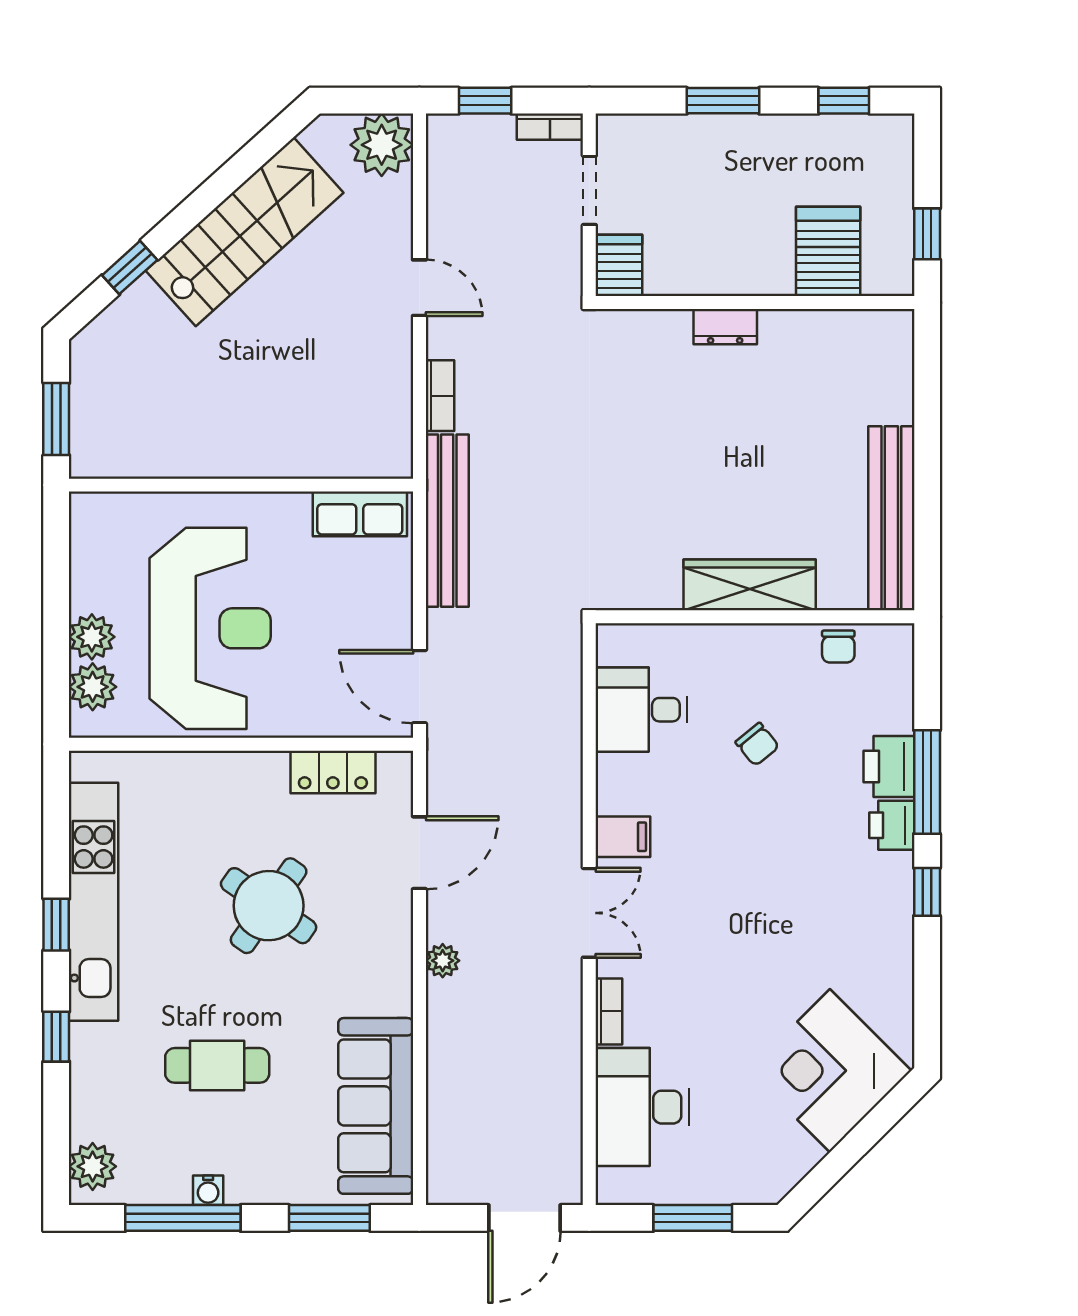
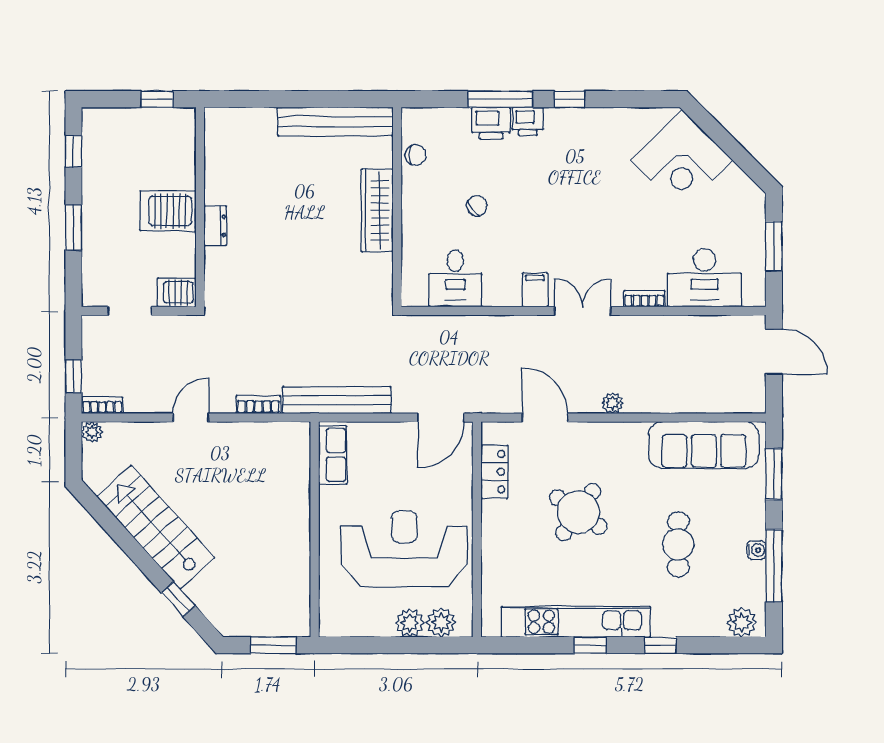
bookcase: (550, 127) -> (102, 405), moved, turned -90
plant: (382, 145) -> (92, 432), width x0.53, depth x0.53
server rack: (828, 251) -> (168, 211), moved

